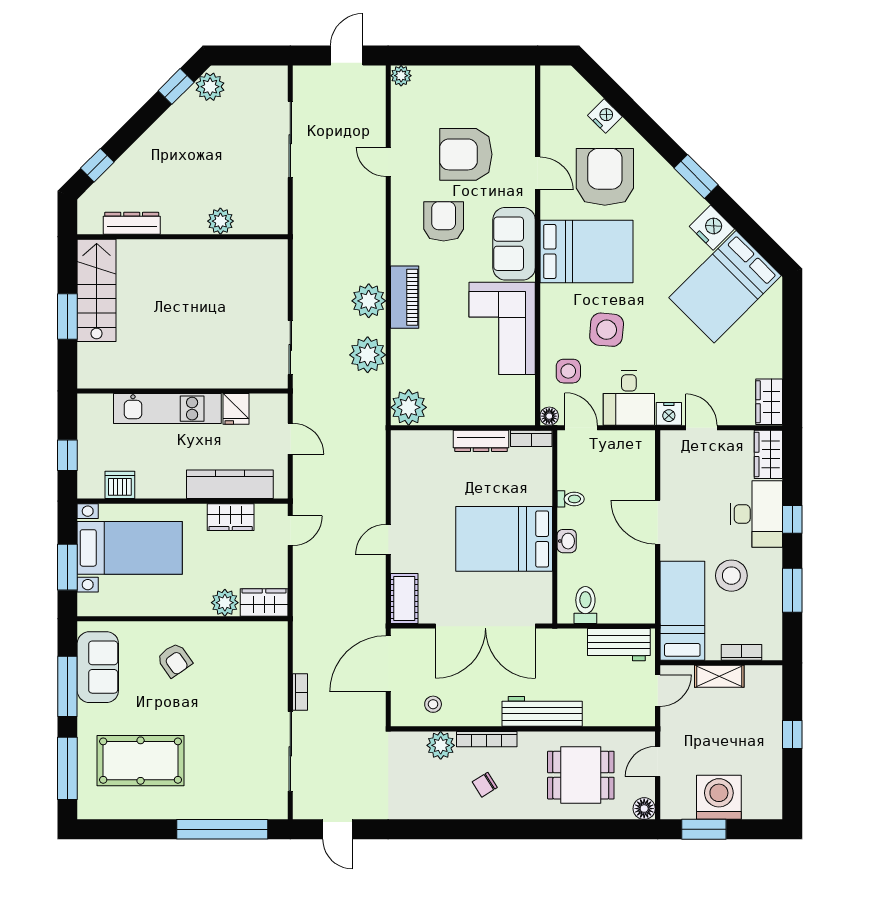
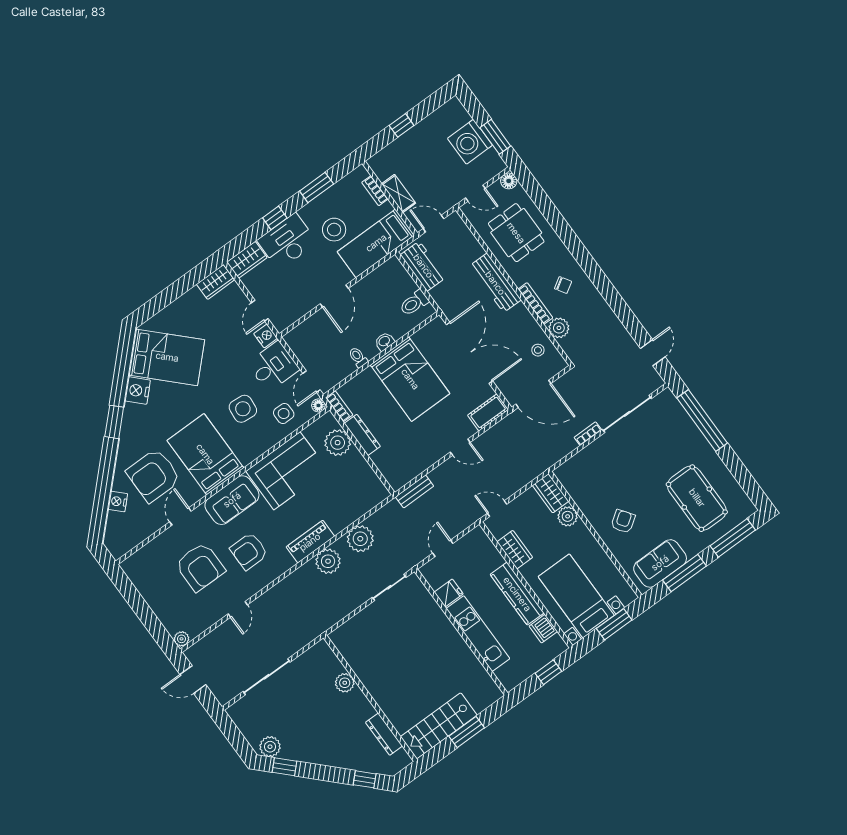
plant: (409, 407) -> (338, 443), moved
bench: (376, 453) -> (415, 491), added
kitchen counter: (230, 484) -> (517, 594), moved

